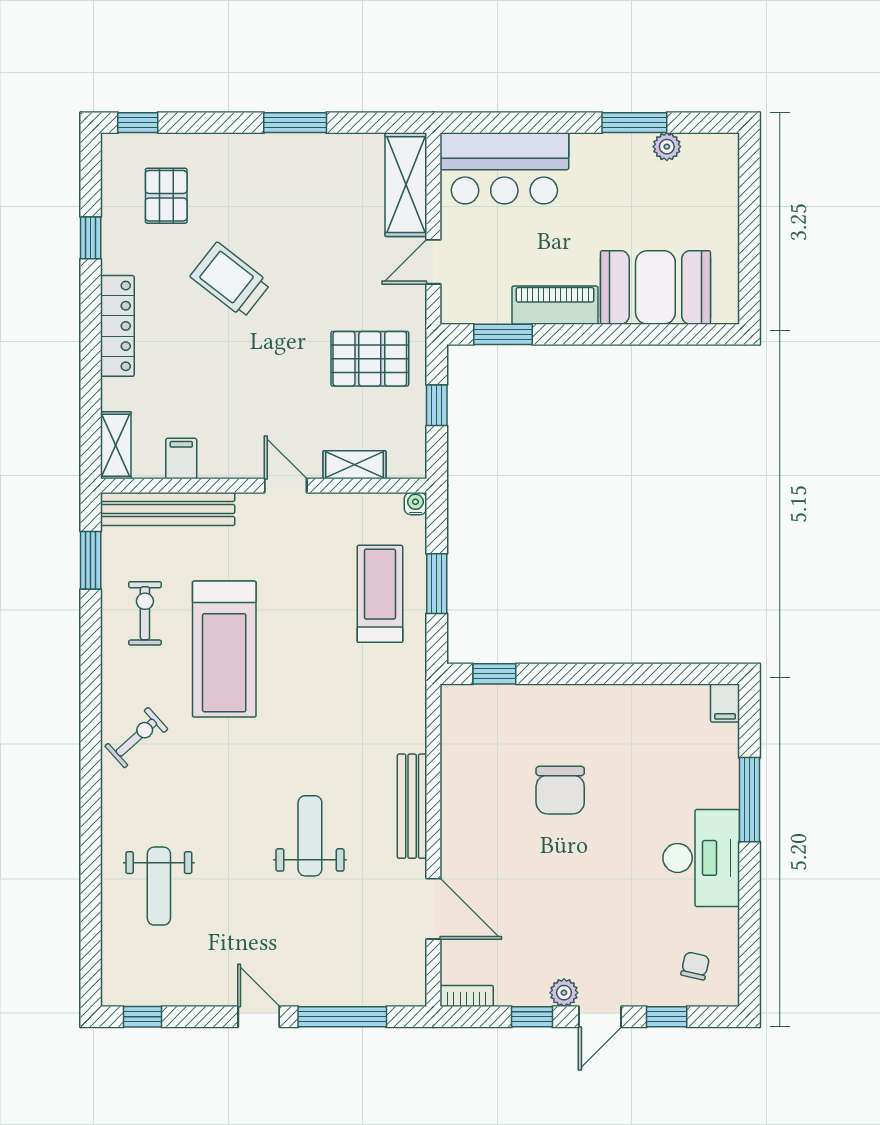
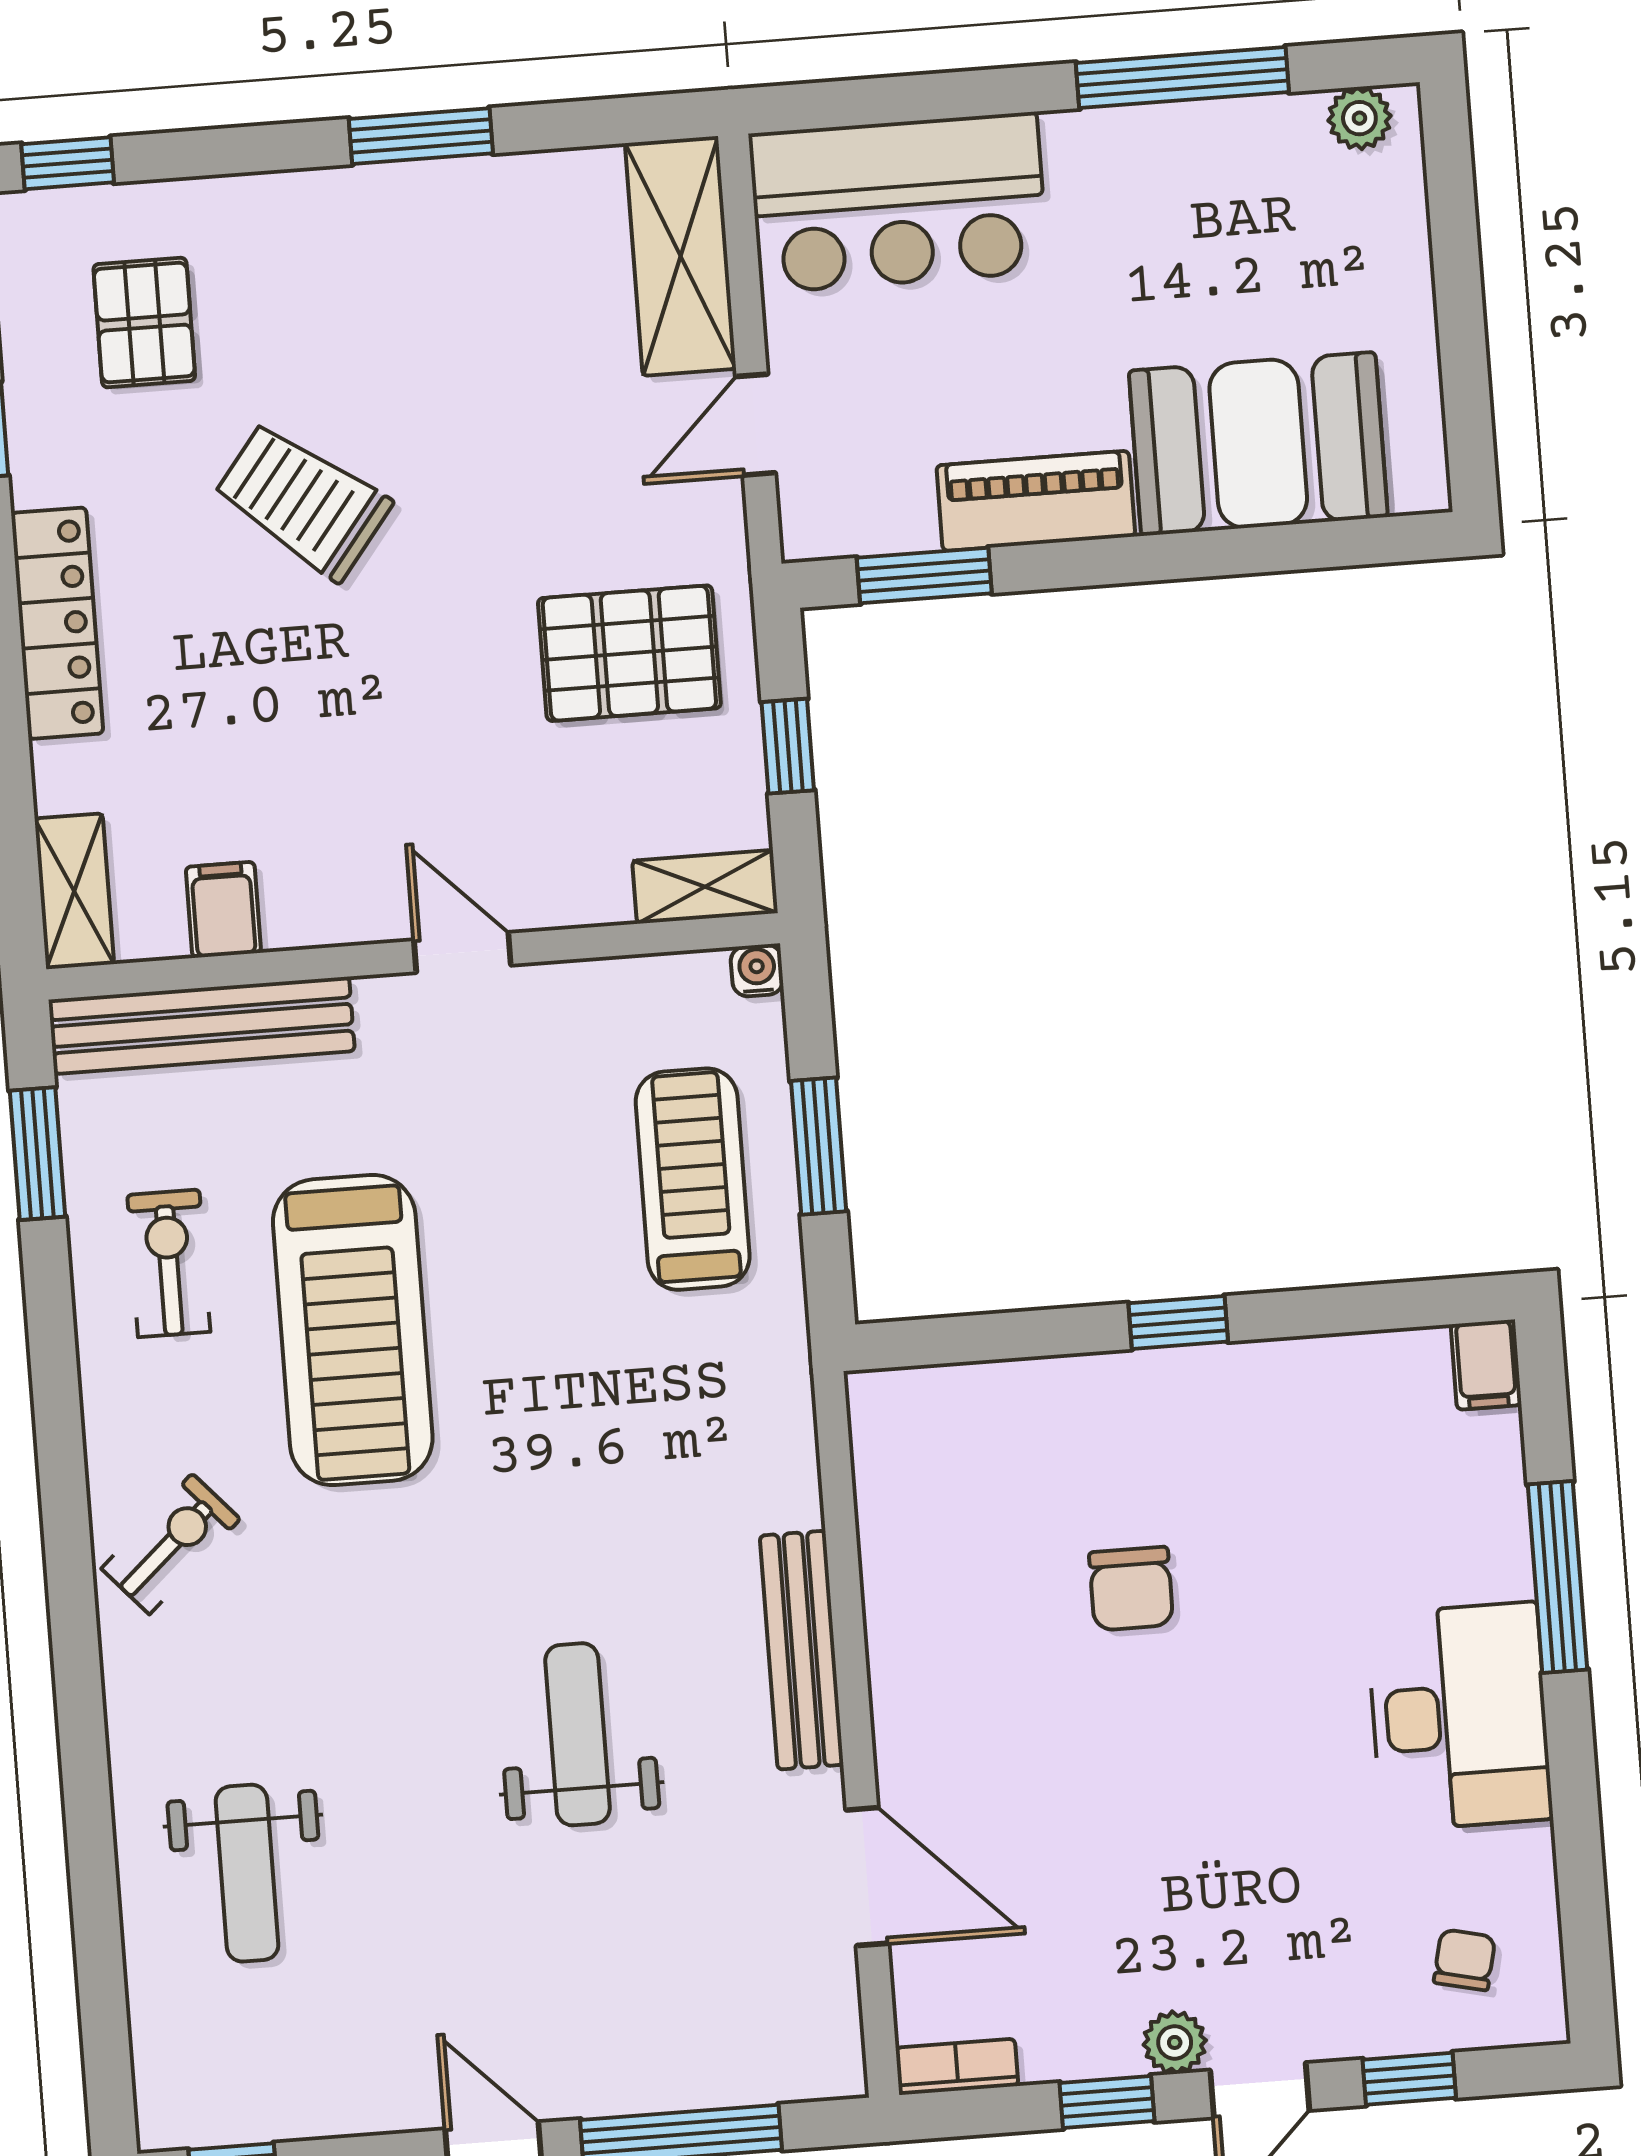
window: (634, 123) -> (1182, 77), width x1.44
plant: (667, 147) -> (1359, 118), moved
shelving: (355, 465) -> (705, 887), moved
window: (494, 674) -> (1178, 1322), moved
chair: (560, 790) -> (1131, 1589), width x0.73, depth x0.73

